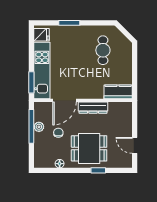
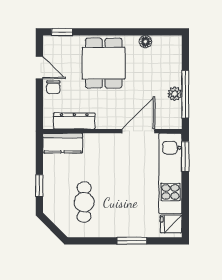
window: (135, 62) -> (39, 186), added
dresser: (93, 108) -> (74, 121), moved
chair: (58, 133) -> (53, 87), moved
dining table: (89, 148) -> (104, 63), turned 90
window: (98, 170) -> (62, 32), moved

